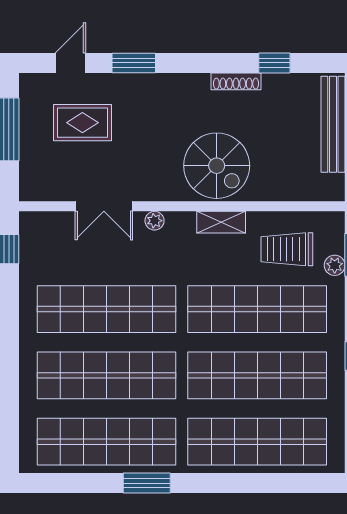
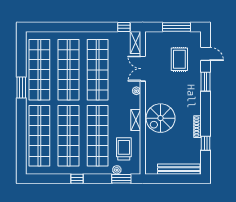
shelving: (44, 223) -> (136, 42), added

